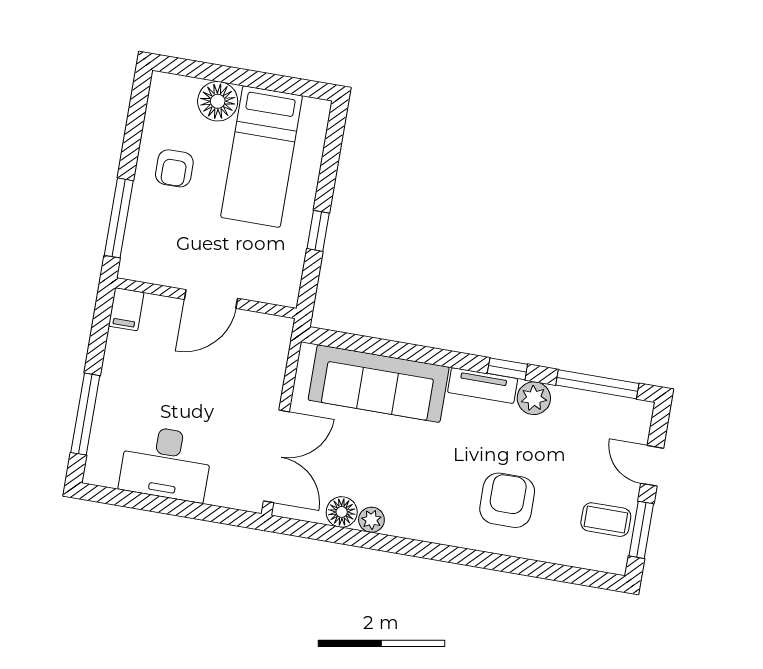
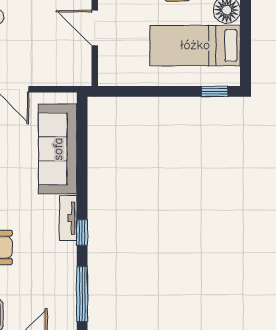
window: (318, 231) -> (215, 91), moved
plant: (534, 398) -> (66, 254), removed

